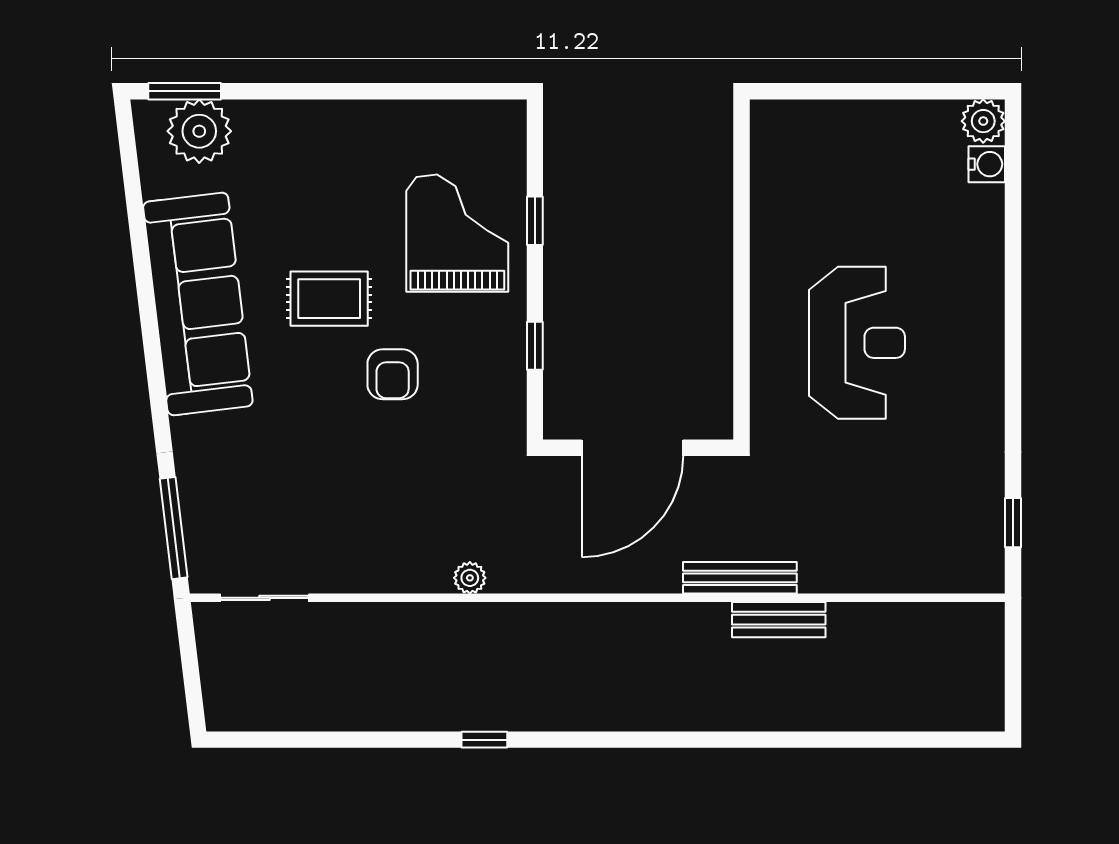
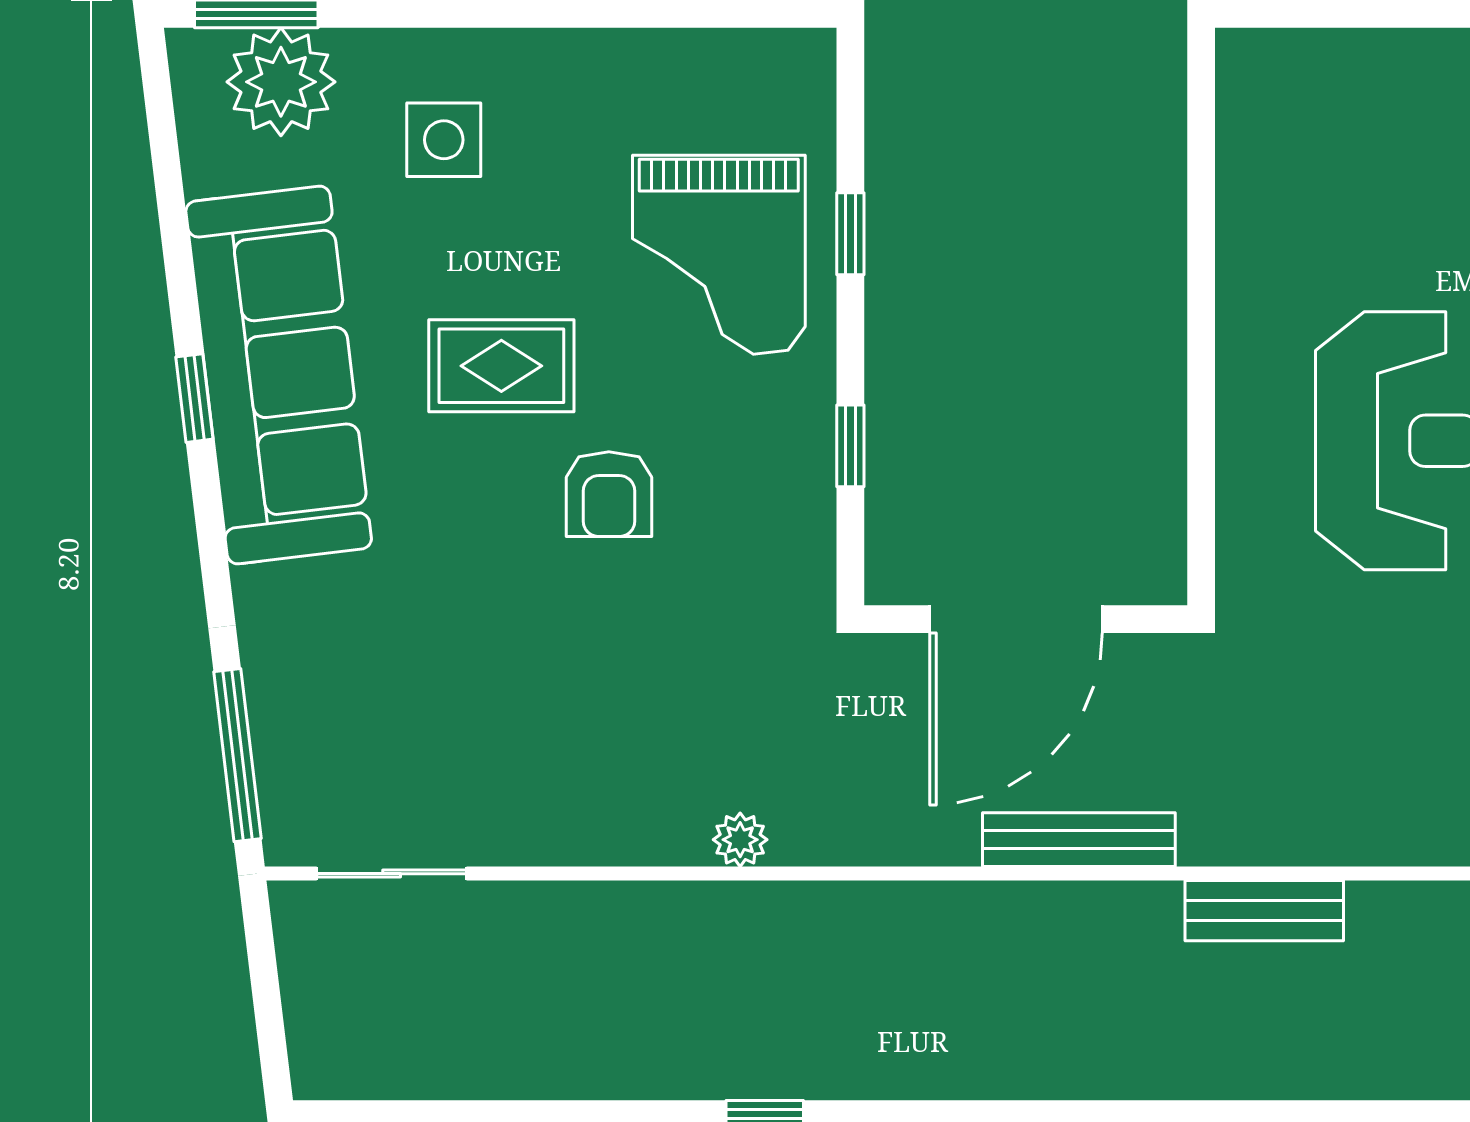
side table: (295, 165) -> (444, 140), added
grand piano: (457, 233) -> (719, 255), turned 180
window: (148, 318) -> (194, 398), added
bench: (740, 578) -> (1079, 840), moved

